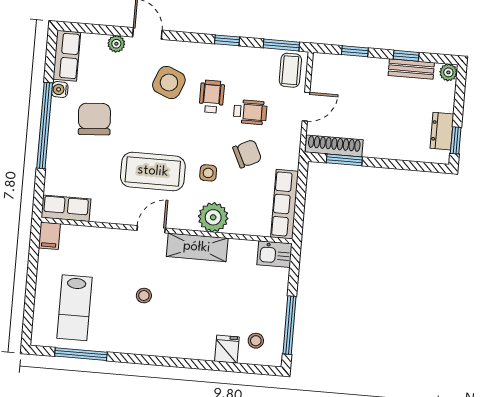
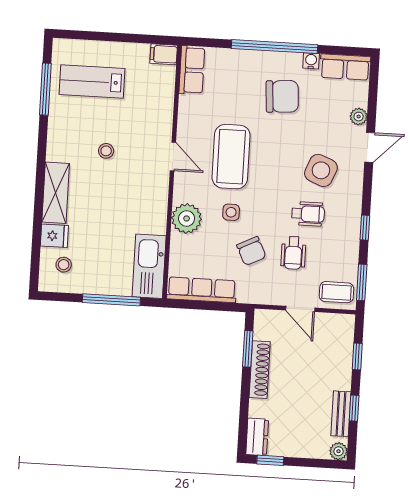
dresser: (442, 131) -> (257, 437), moved, turned 90
shoe rack: (334, 146) -> (260, 370), moved
shelving: (197, 247) -> (56, 193), moved
kitchen sink: (275, 254) -> (149, 266), width x1.88, depth x1.24
window: (289, 325) -> (111, 300), moved

